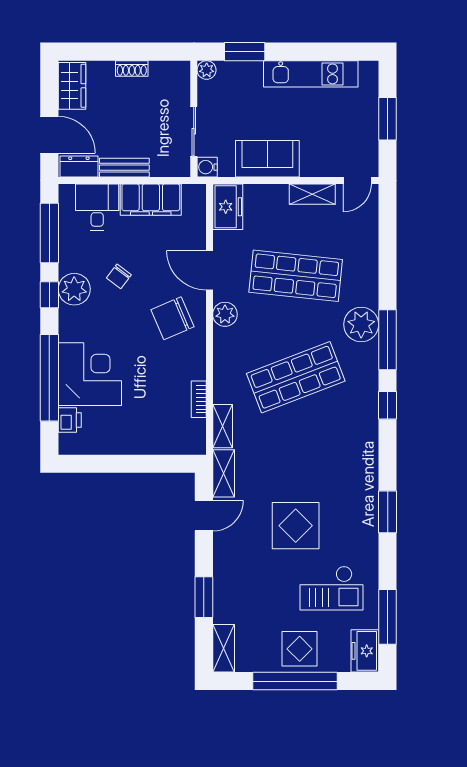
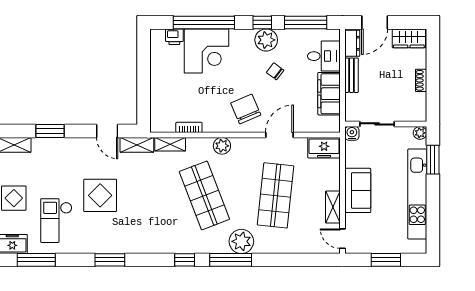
kitchen unit: (311, 74) -> (417, 194), width x1.36
sofa: (267, 159) -> (358, 190), moved
plant: (225, 314) -> (222, 146), moved

